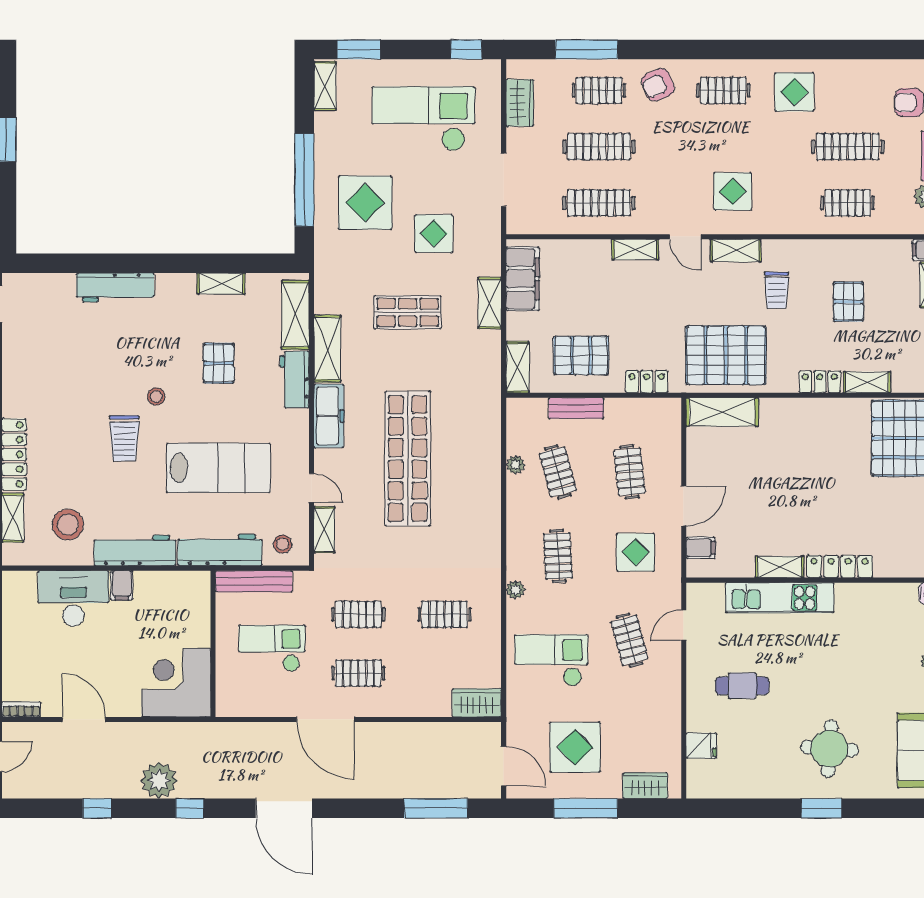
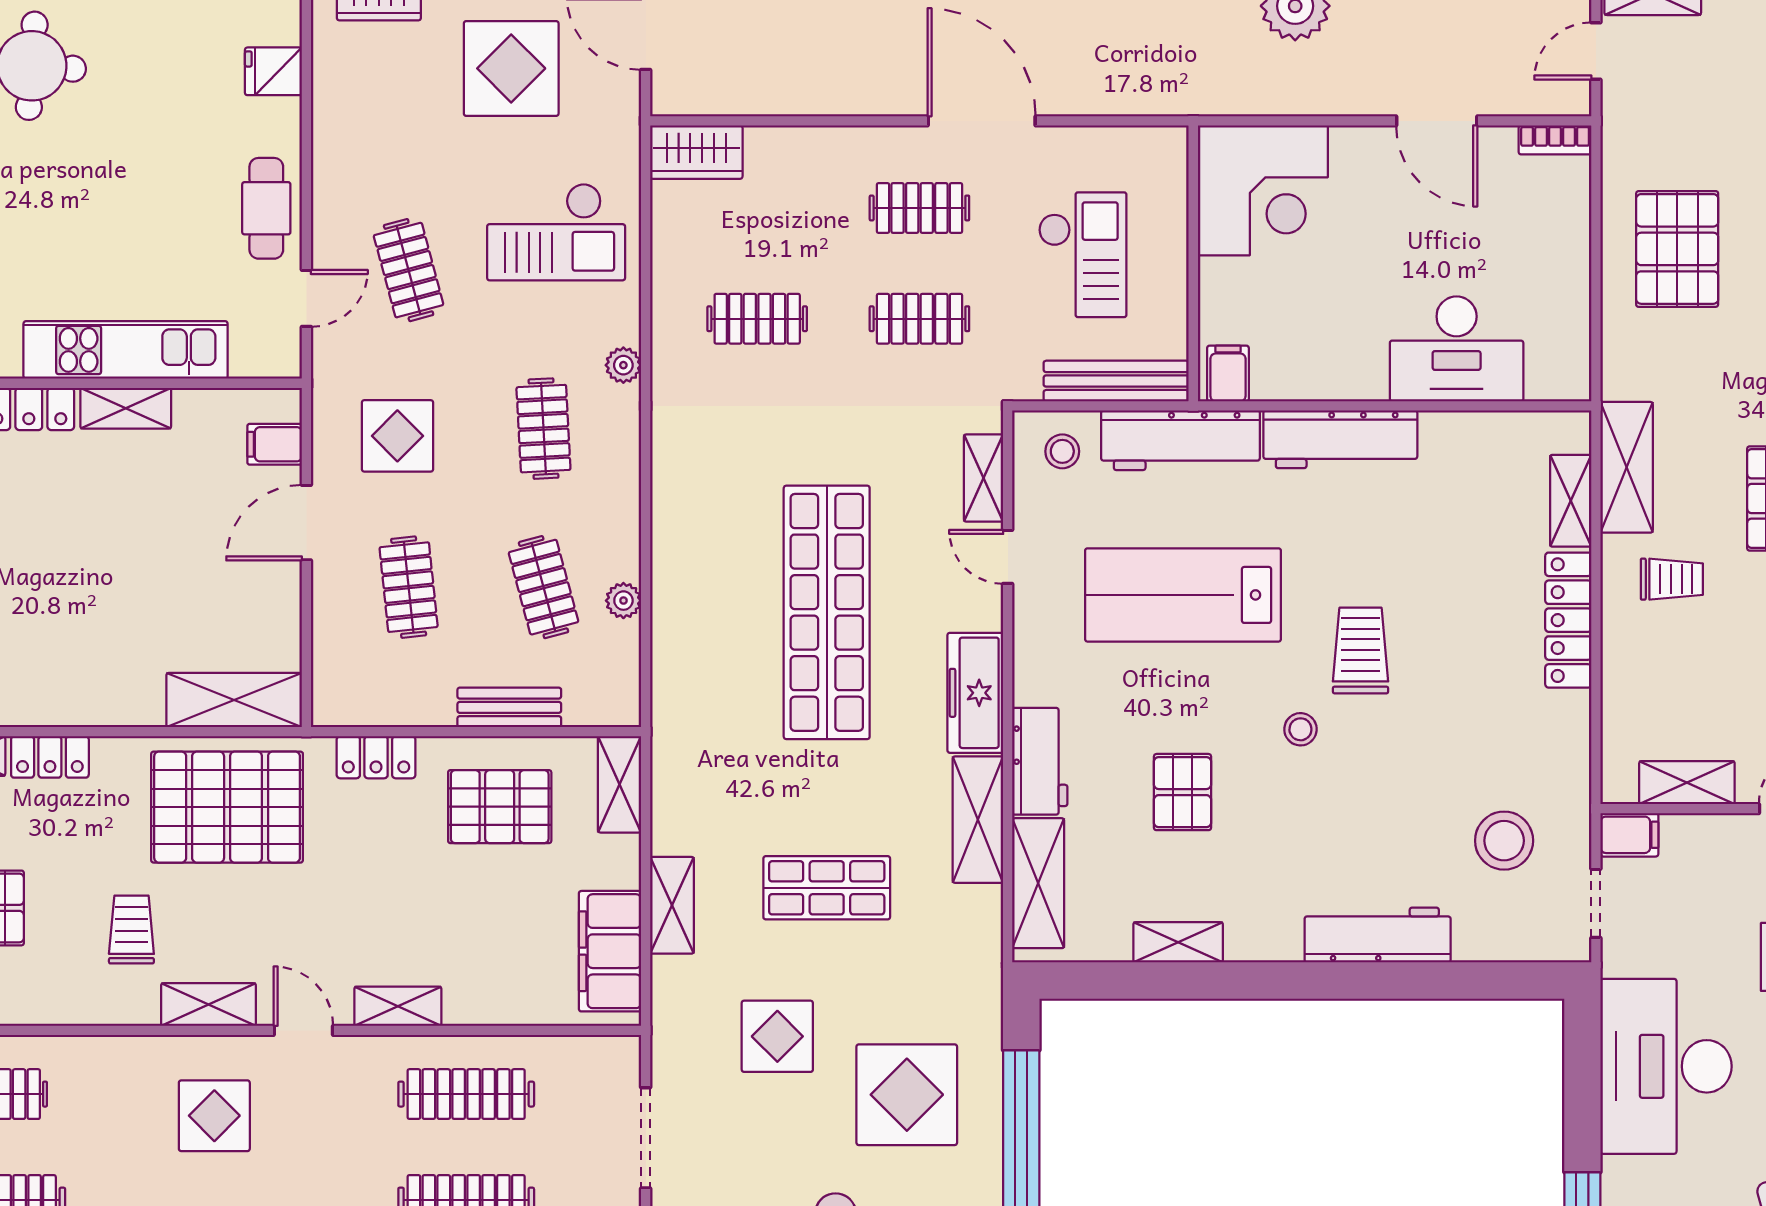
stool: (68, 525) -> (1504, 841), moved
filing cabinet: (122, 585) -> (1228, 374), moved
checkout: (272, 648) -> (1083, 255), turned -90
cafe table: (742, 686) -> (266, 208), moved, turned 90

